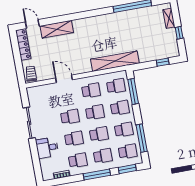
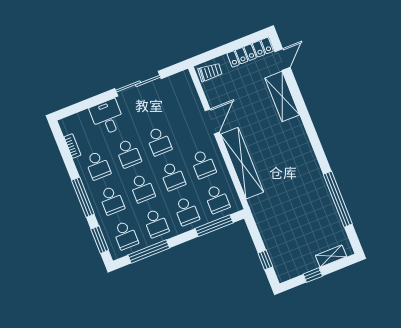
shelving: (115, 61) -> (242, 163), moved

